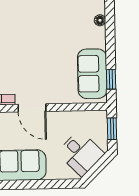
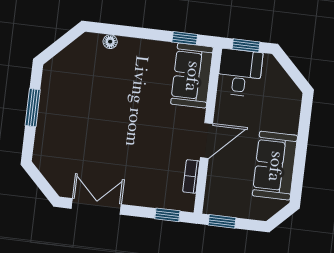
sofa: (92, 74) -> (192, 76), moved, turned 90
desk: (81, 153) -> (240, 73), moved, turned -45

